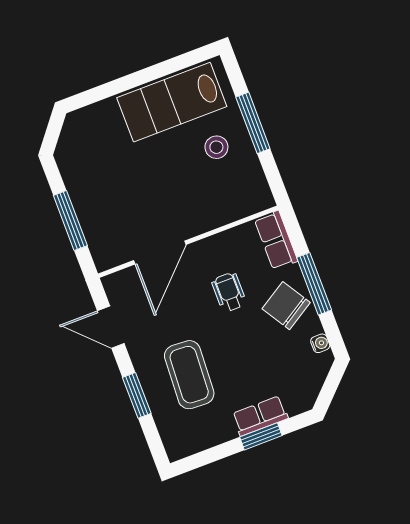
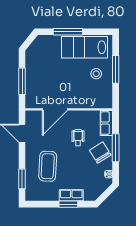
window: (126, 83) -> (68, 32), added
window: (137, 395) -> (22, 179), moved

